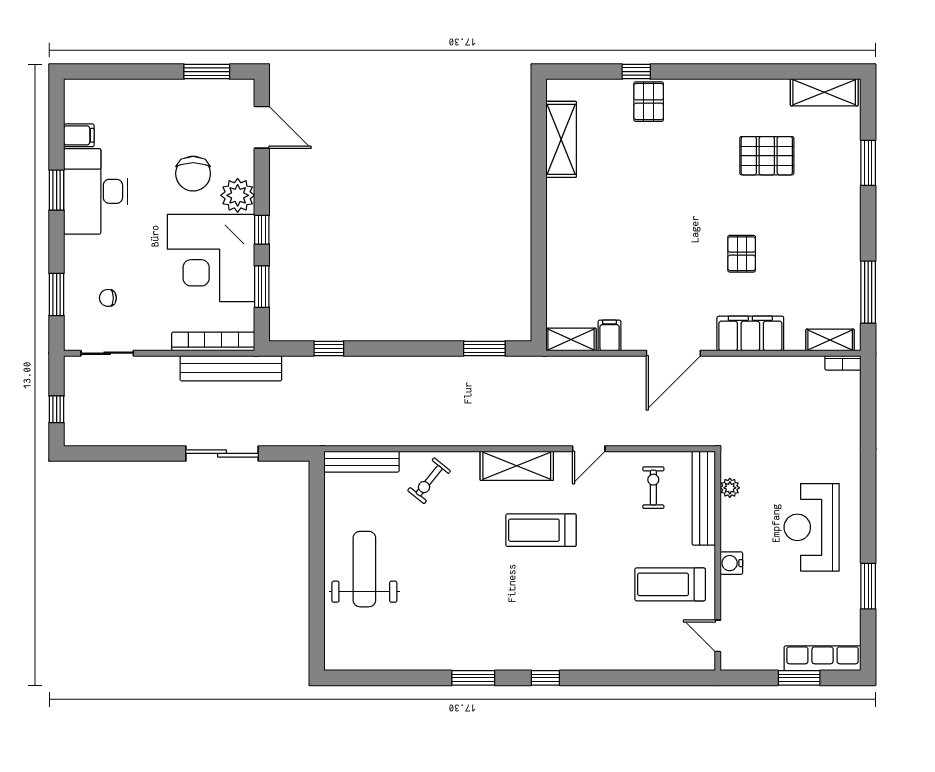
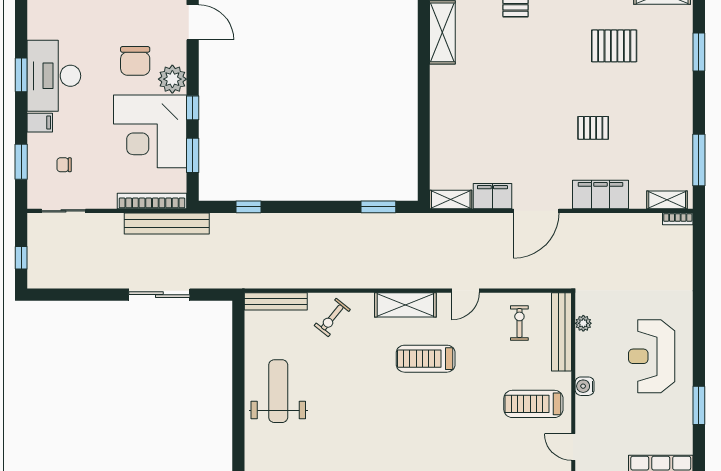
filing cabinet: (79, 135) -> (40, 123), moved
pallet: (742, 254) -> (593, 128), turned 90
filing cabinet: (610, 336) -> (492, 196), width x2.00

